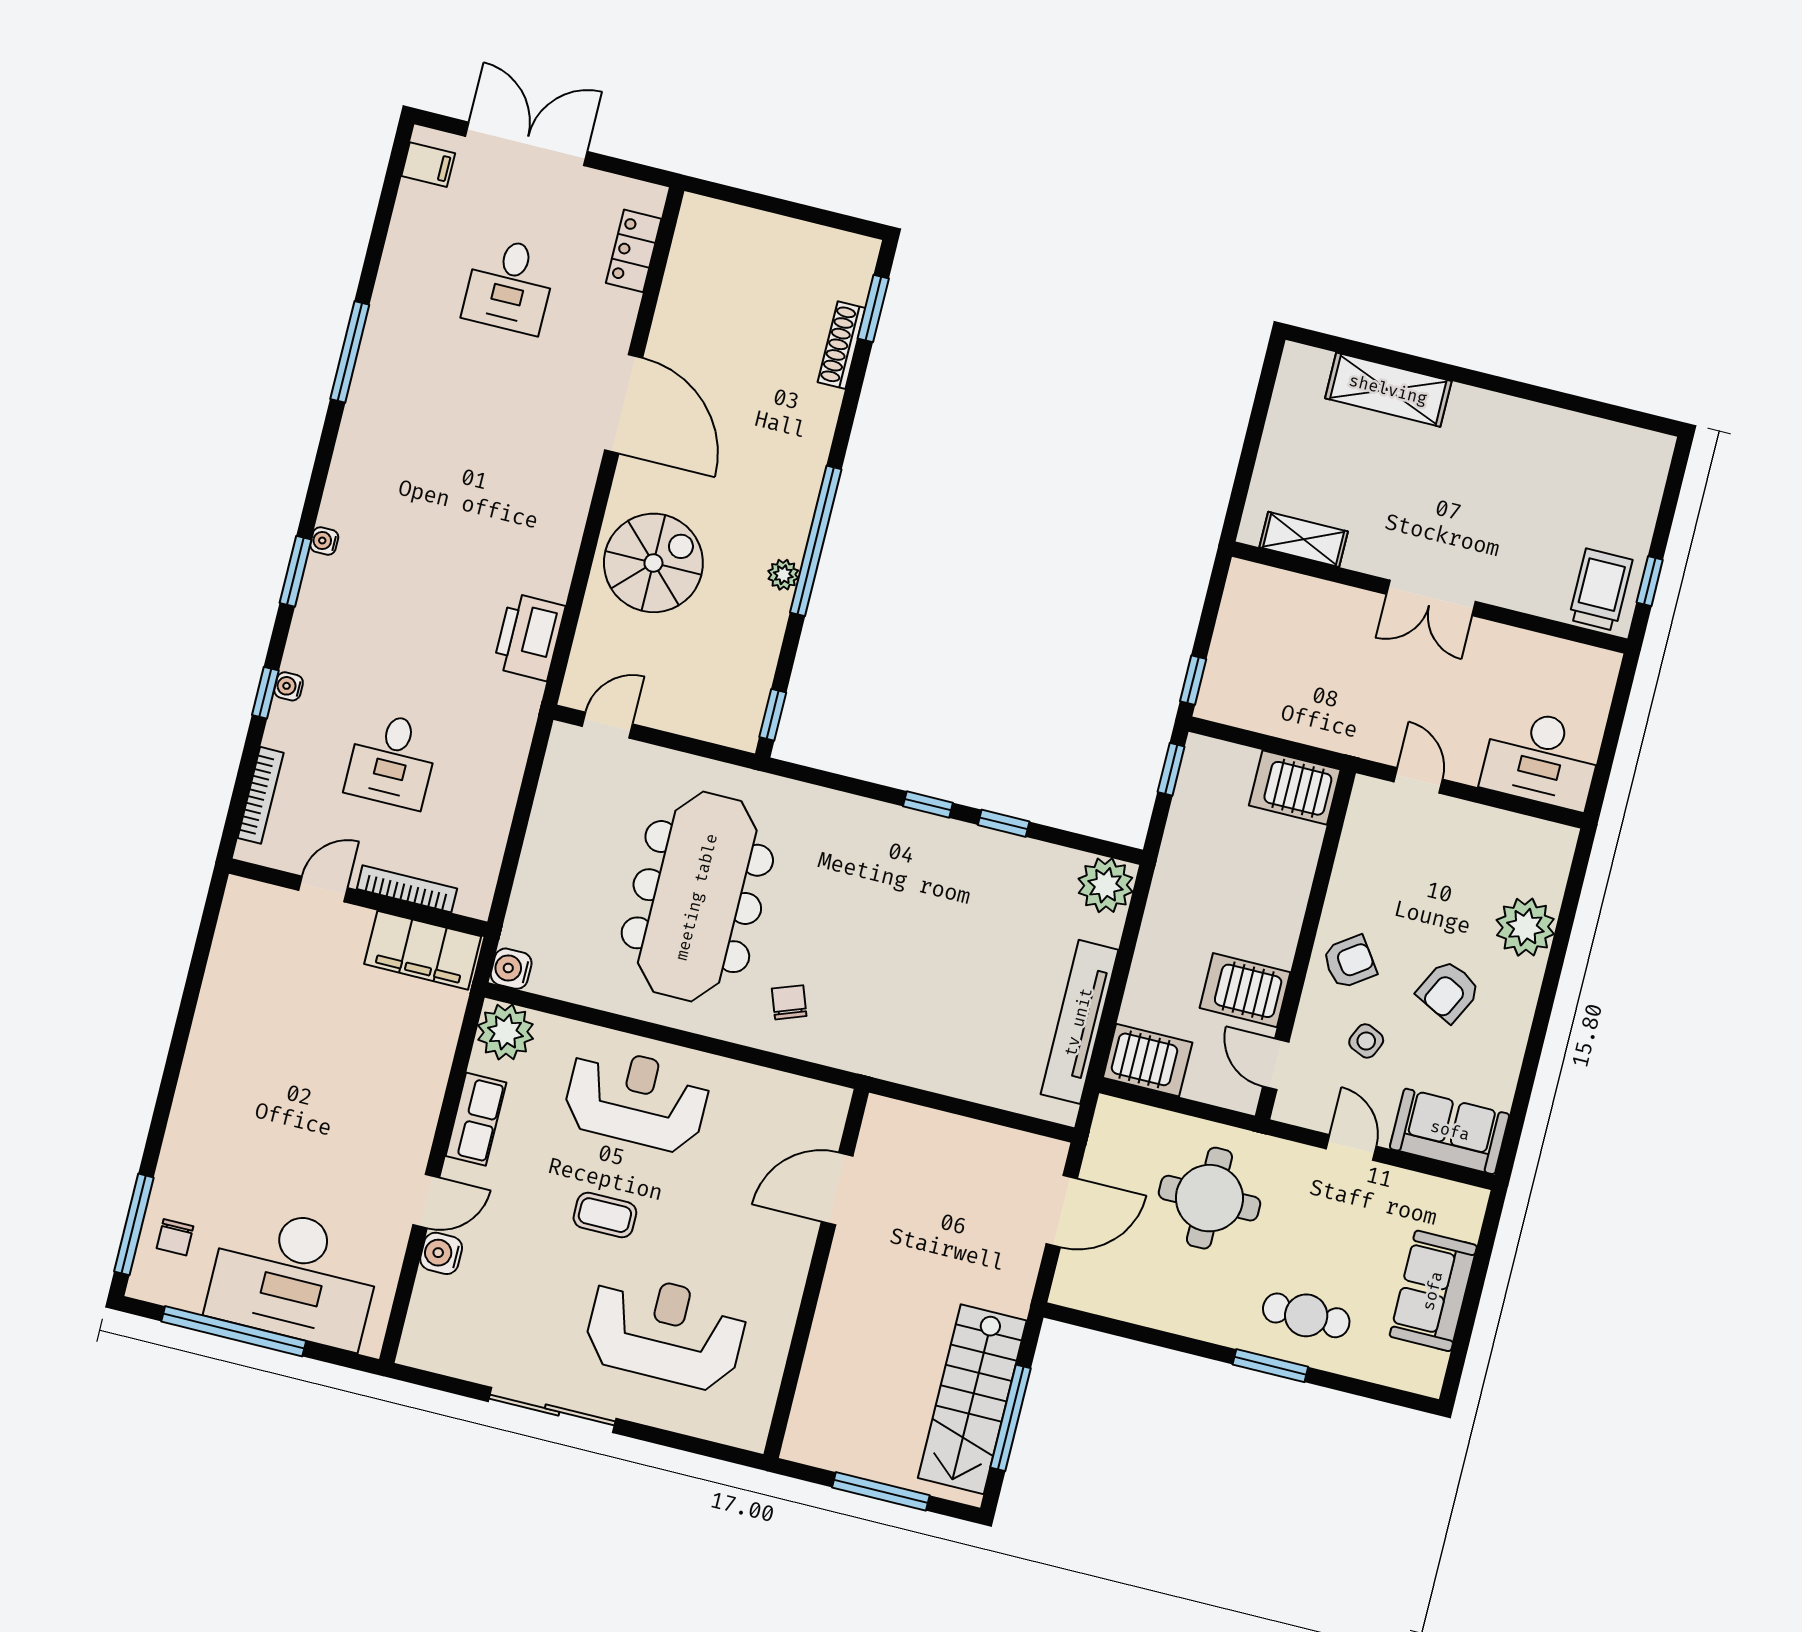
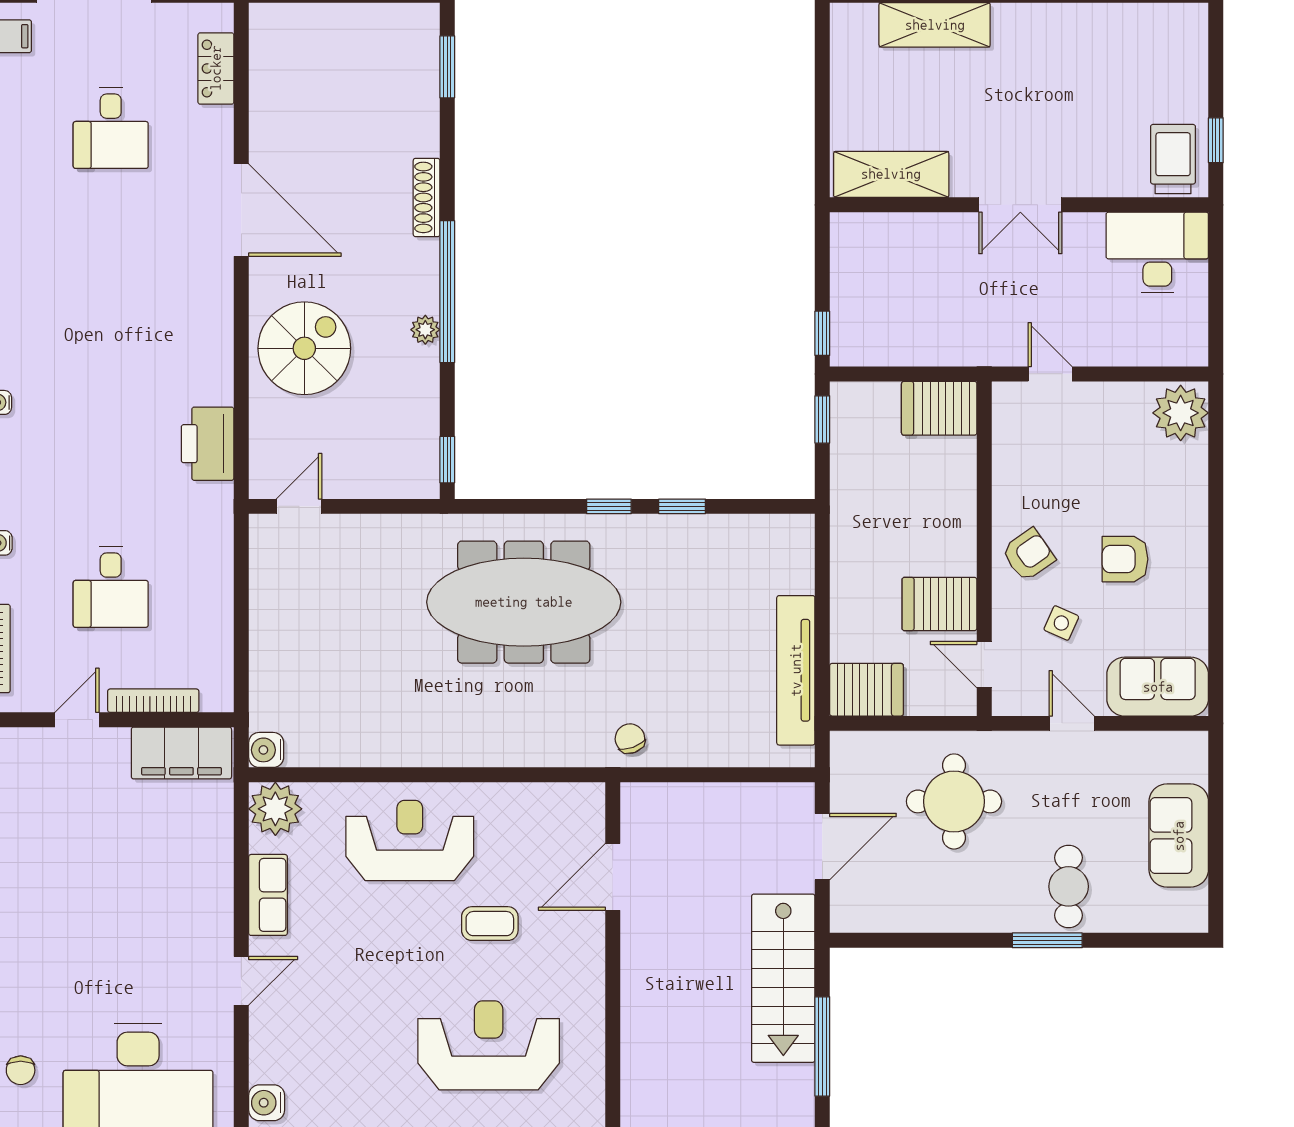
shoe rack: (842, 345) -> (427, 197), moved
shelving: (1304, 539) -> (891, 174), width x1.50, depth x1.33
desk: (1541, 759) -> (1157, 252), moved, turned 180
plant: (1106, 885) -> (789, 540), removed
meeting table: (697, 897) -> (524, 602), moved, turned 90
plant: (1525, 927) -> (1181, 413), moved
armchair: (1448, 991) -> (1125, 559), turned 63
chair: (789, 1002) -> (630, 739), moved
coffee table: (605, 1215) -> (490, 924), moved
water cooler: (441, 1253) -> (267, 1103), moved
cafe table: (1306, 1315) -> (1069, 886), turned 90
stairs: (972, 1399) -> (783, 978), moved

